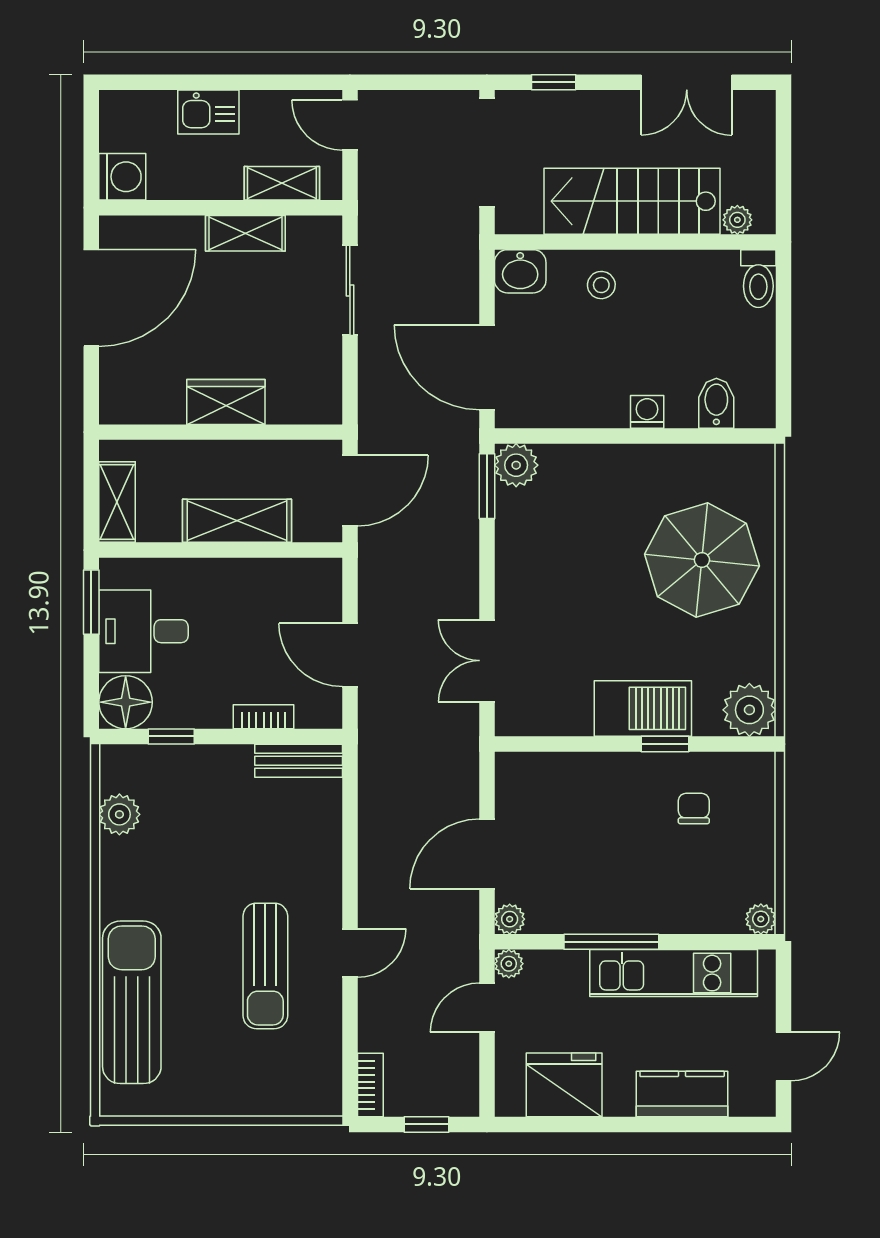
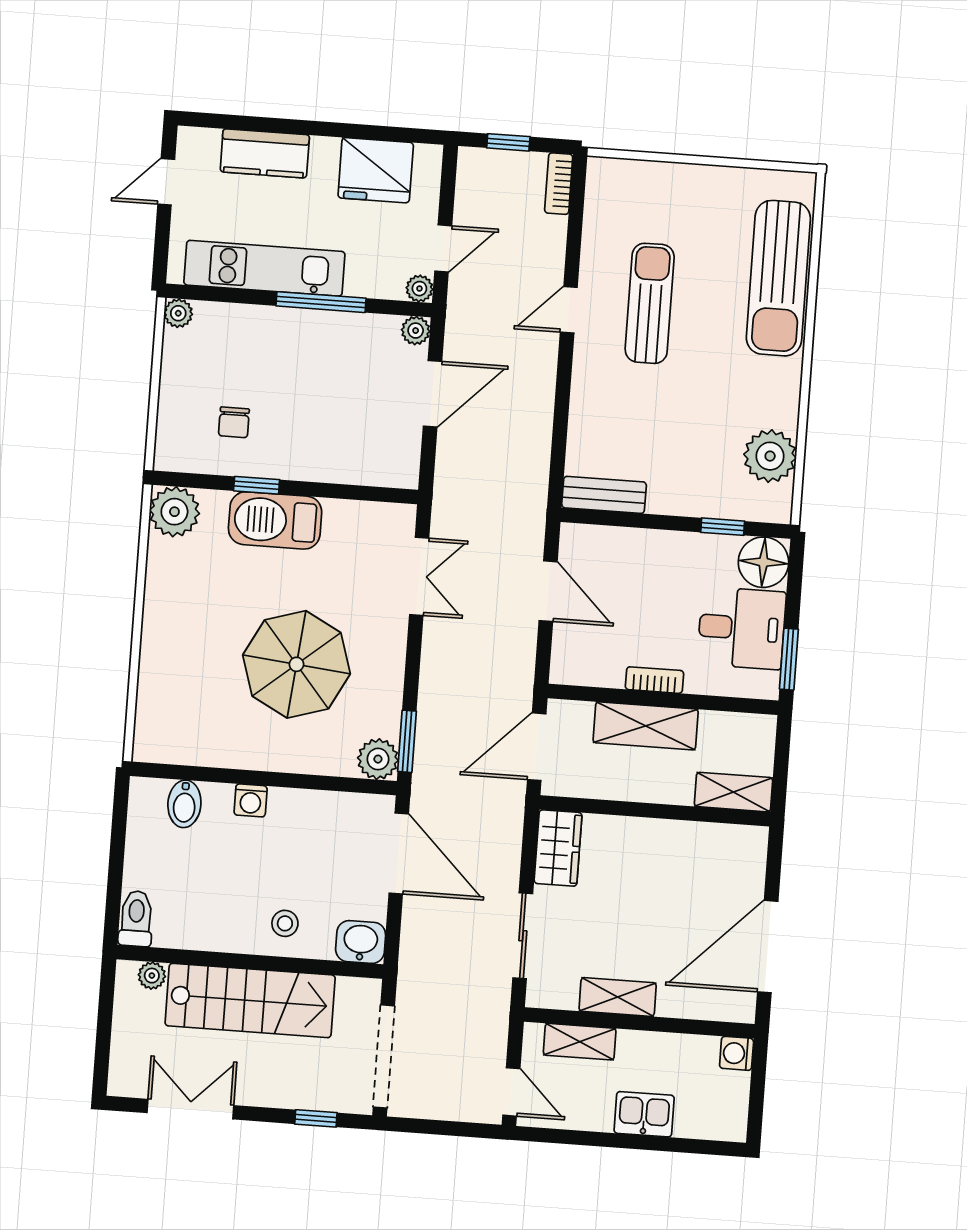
washing machine: (122, 177) -> (737, 1053), width x0.73, depth x0.73
wardrobe: (226, 402) -> (558, 848), moved, turned -90
shelving: (117, 502) -> (734, 792), moved, turned 90
parasol: (702, 560) -> (296, 664), moved
bookcase: (264, 717) -> (654, 680), moved, turned 180
plant: (119, 814) -> (770, 456), width x1.36, depth x1.36

